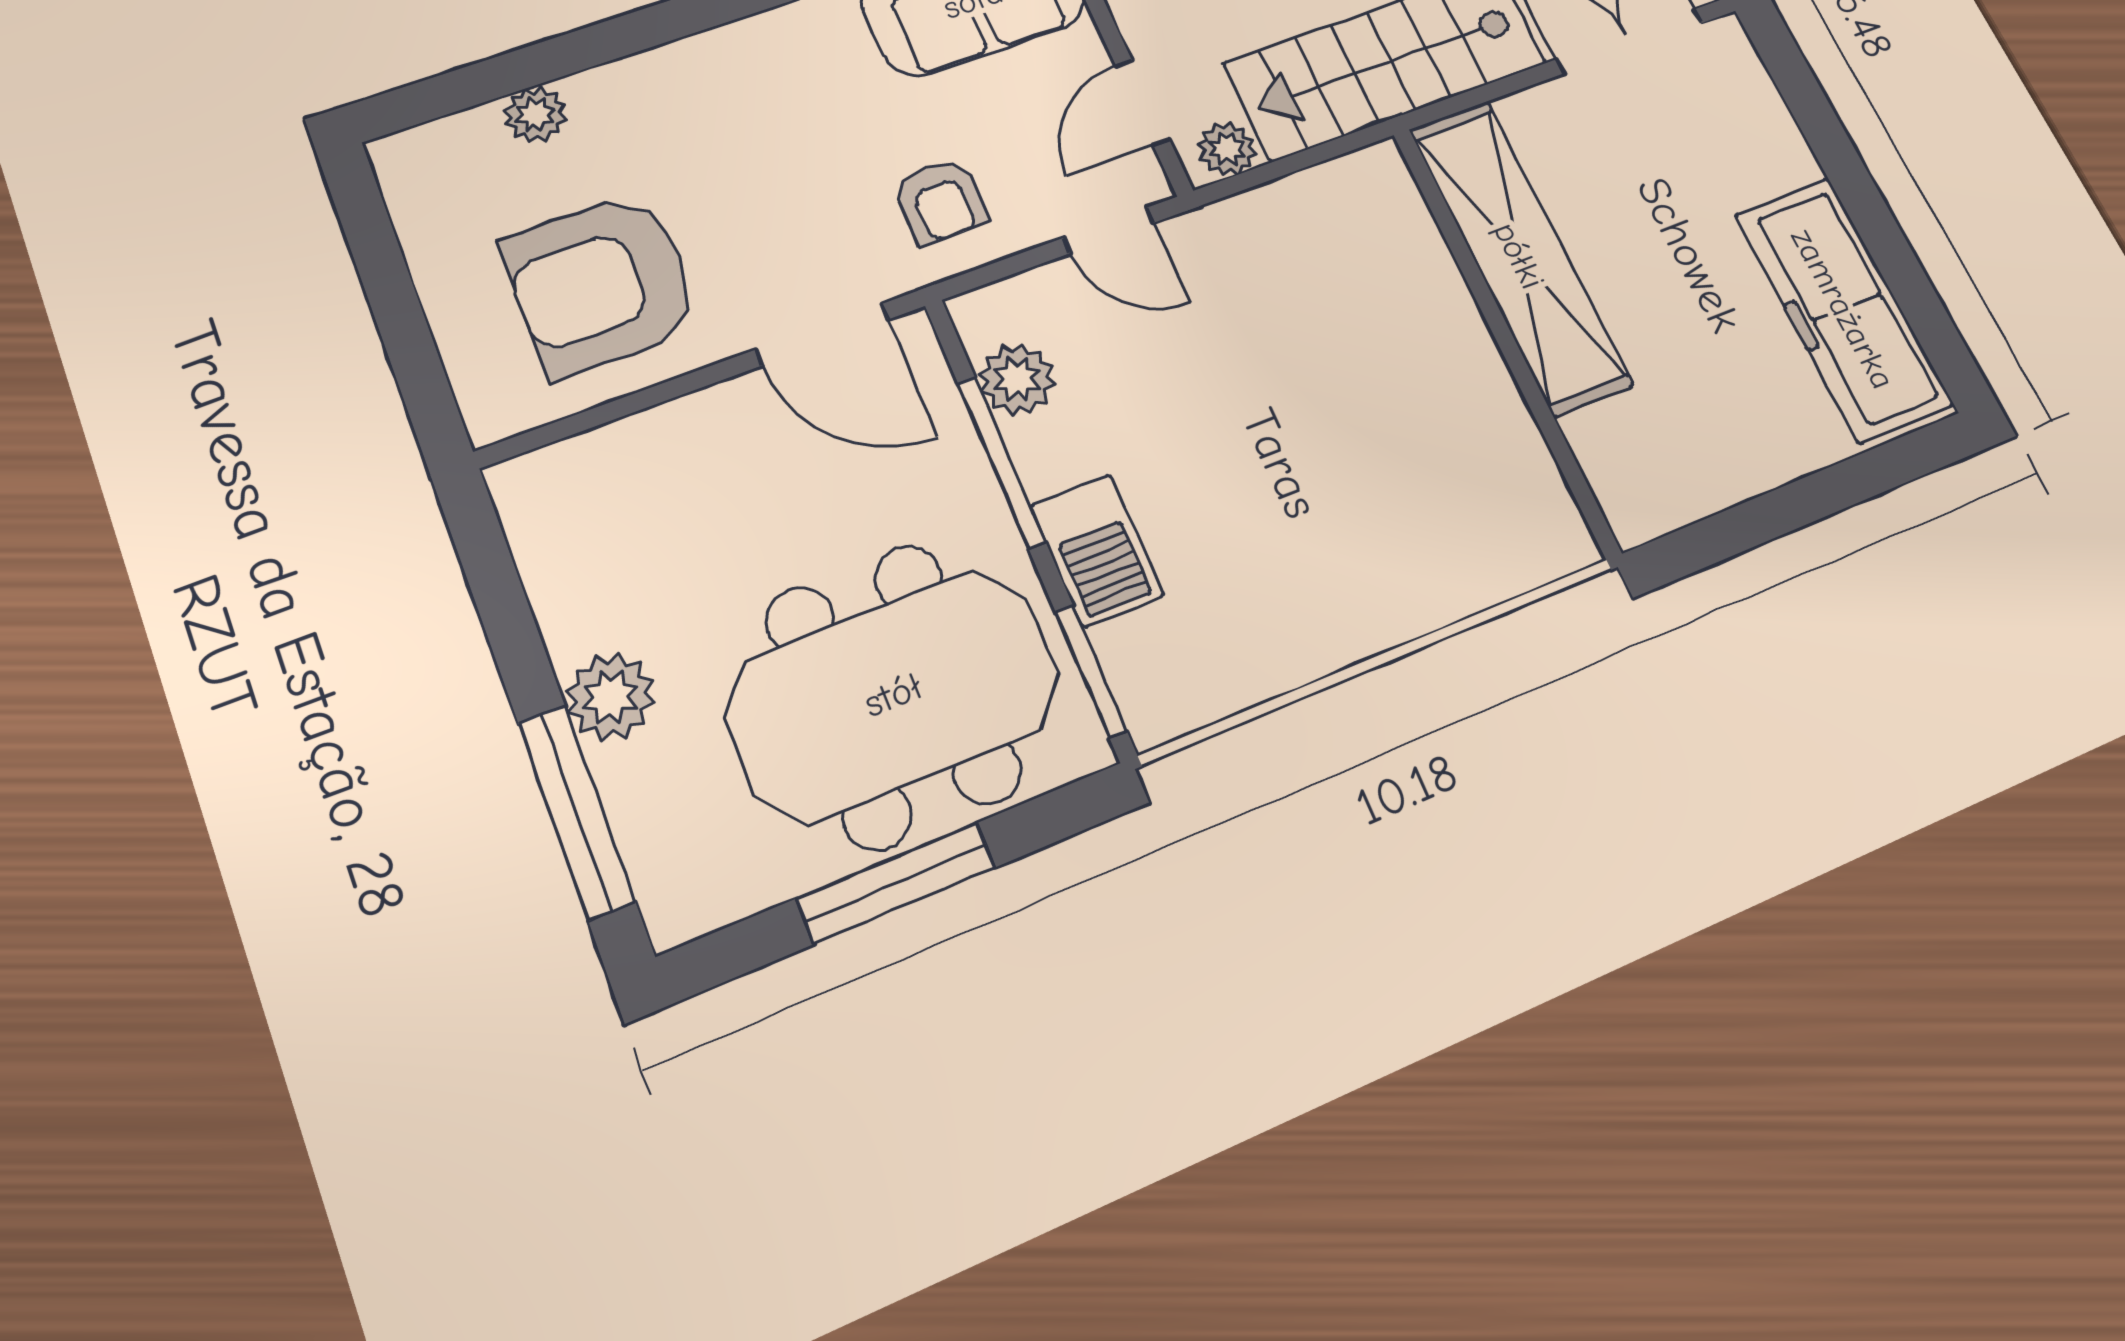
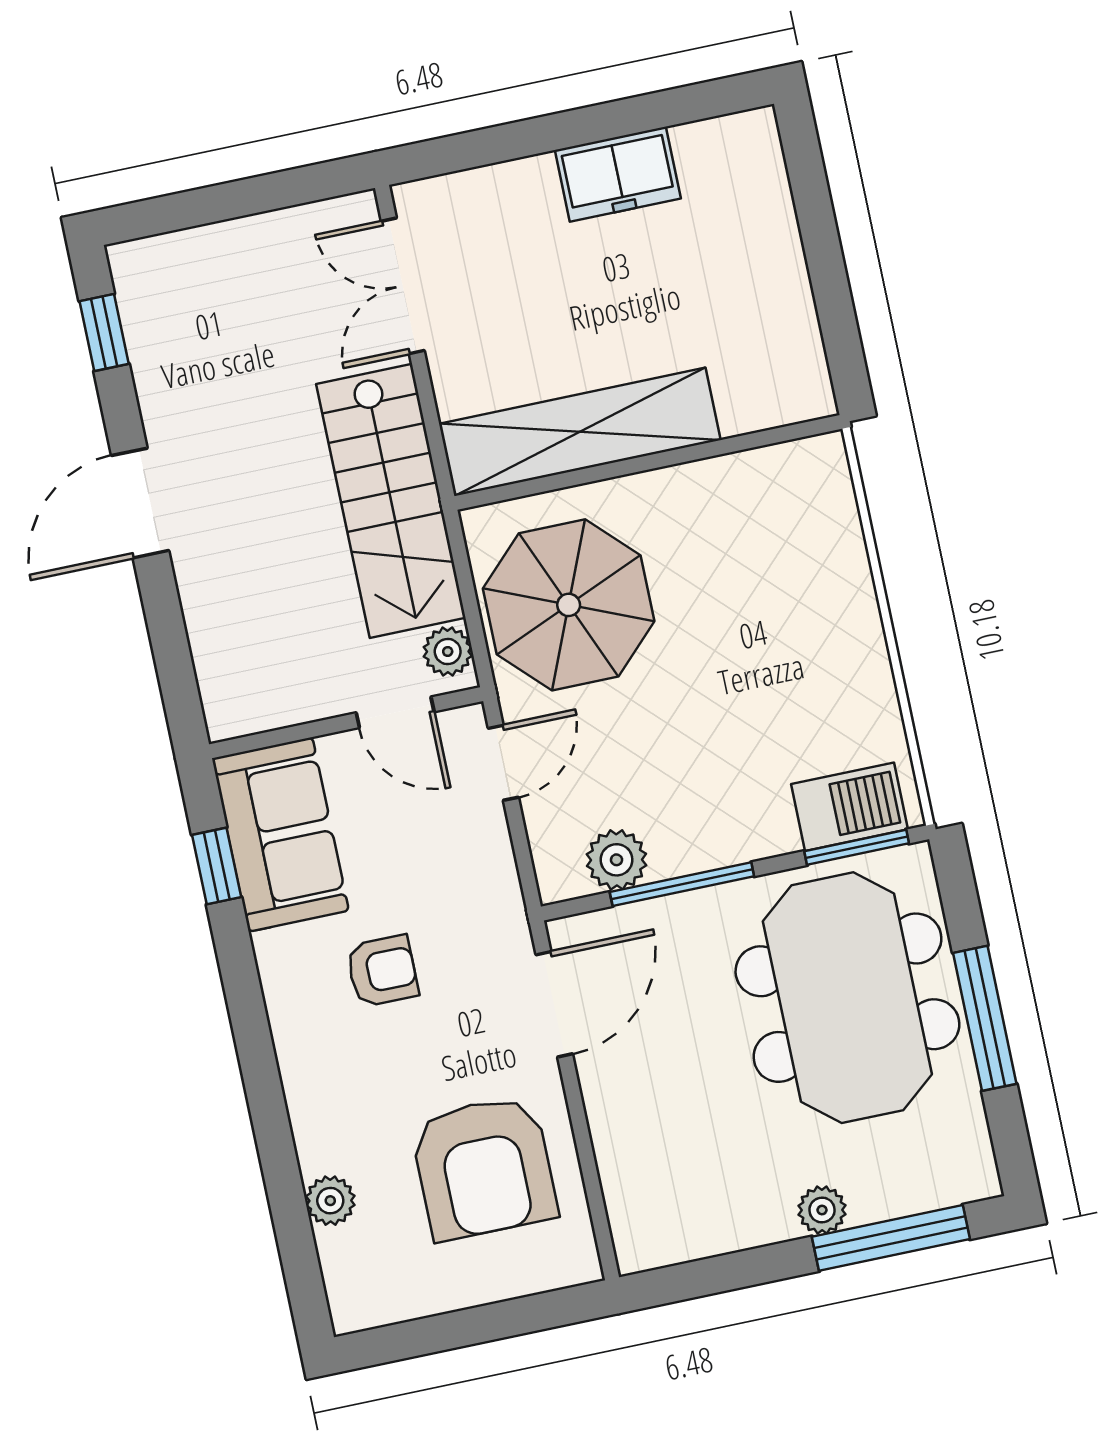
armchair: (941, 201) -> (382, 971), moved
parasol: (1314, 275) -> (569, 605), added
freezer: (1843, 309) -> (618, 174), width x0.52, depth x0.79
barbecue: (1097, 550) -> (849, 807), moved
plant: (610, 697) -> (822, 1210), width x0.73, depth x0.73

